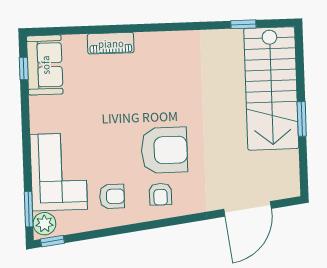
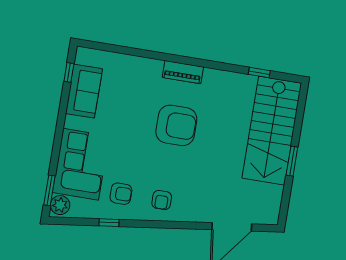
piano: (111, 43) -> (183, 72), moved
sofa: (45, 65) -> (84, 91), moved
armchair: (164, 150) -> (176, 125), moved
window: (52, 241) -> (109, 223), moved

